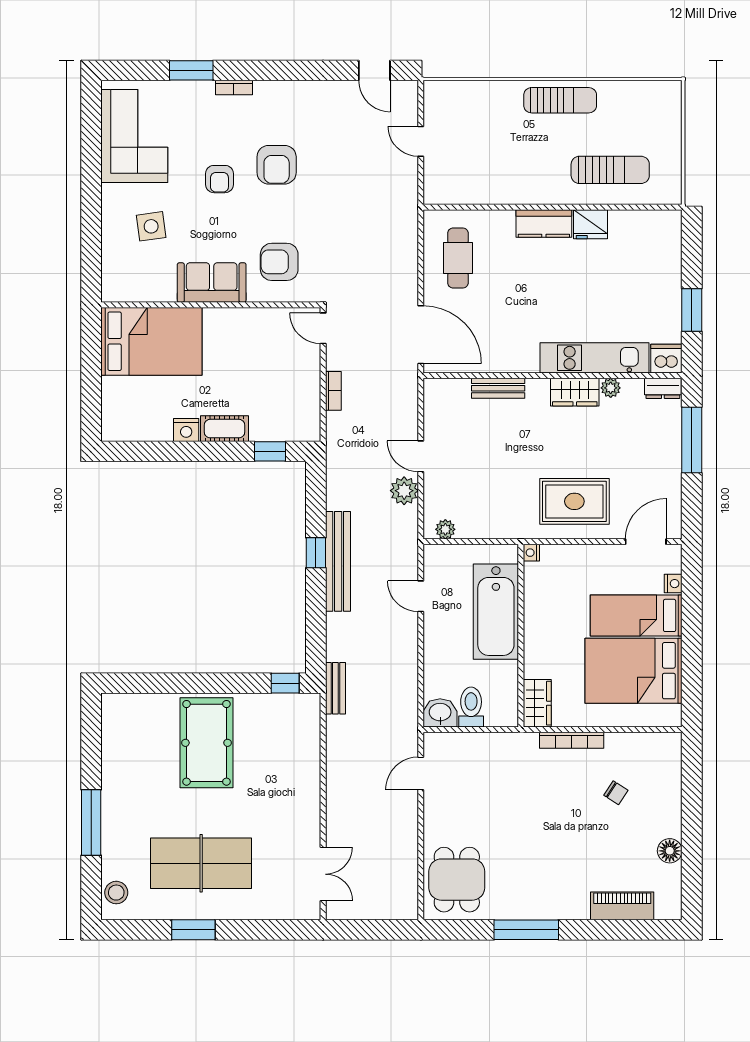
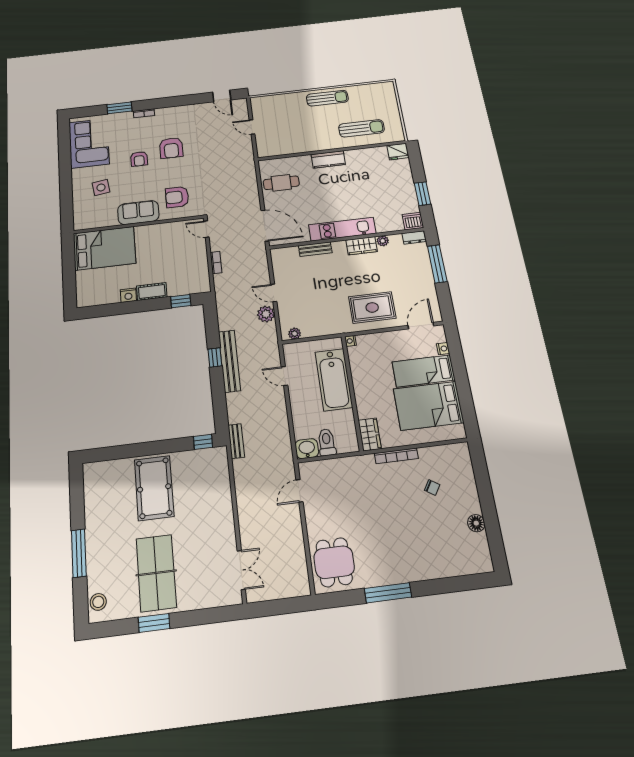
fridge: (591, 224) -> (398, 152), moved
cafe table: (458, 258) -> (281, 183), turned 90
kitchen unit: (595, 358) -> (342, 229), moved
table tennis table: (201, 863) -> (156, 573), turned 90
piano: (622, 906) -> (451, 567), removed

